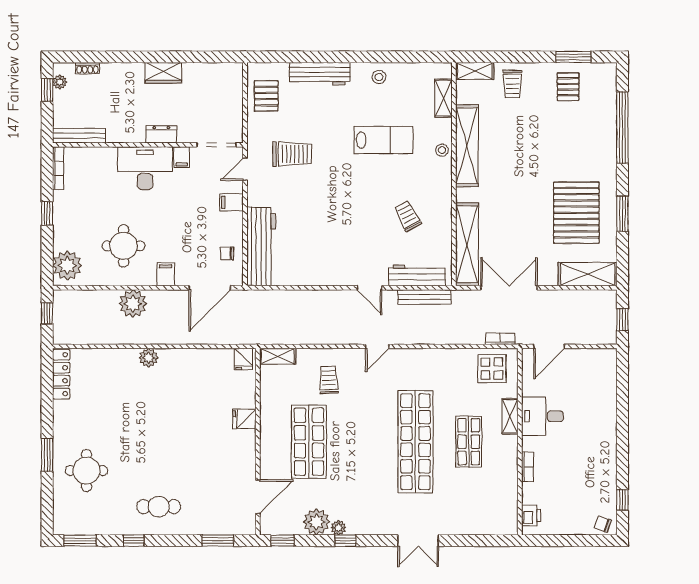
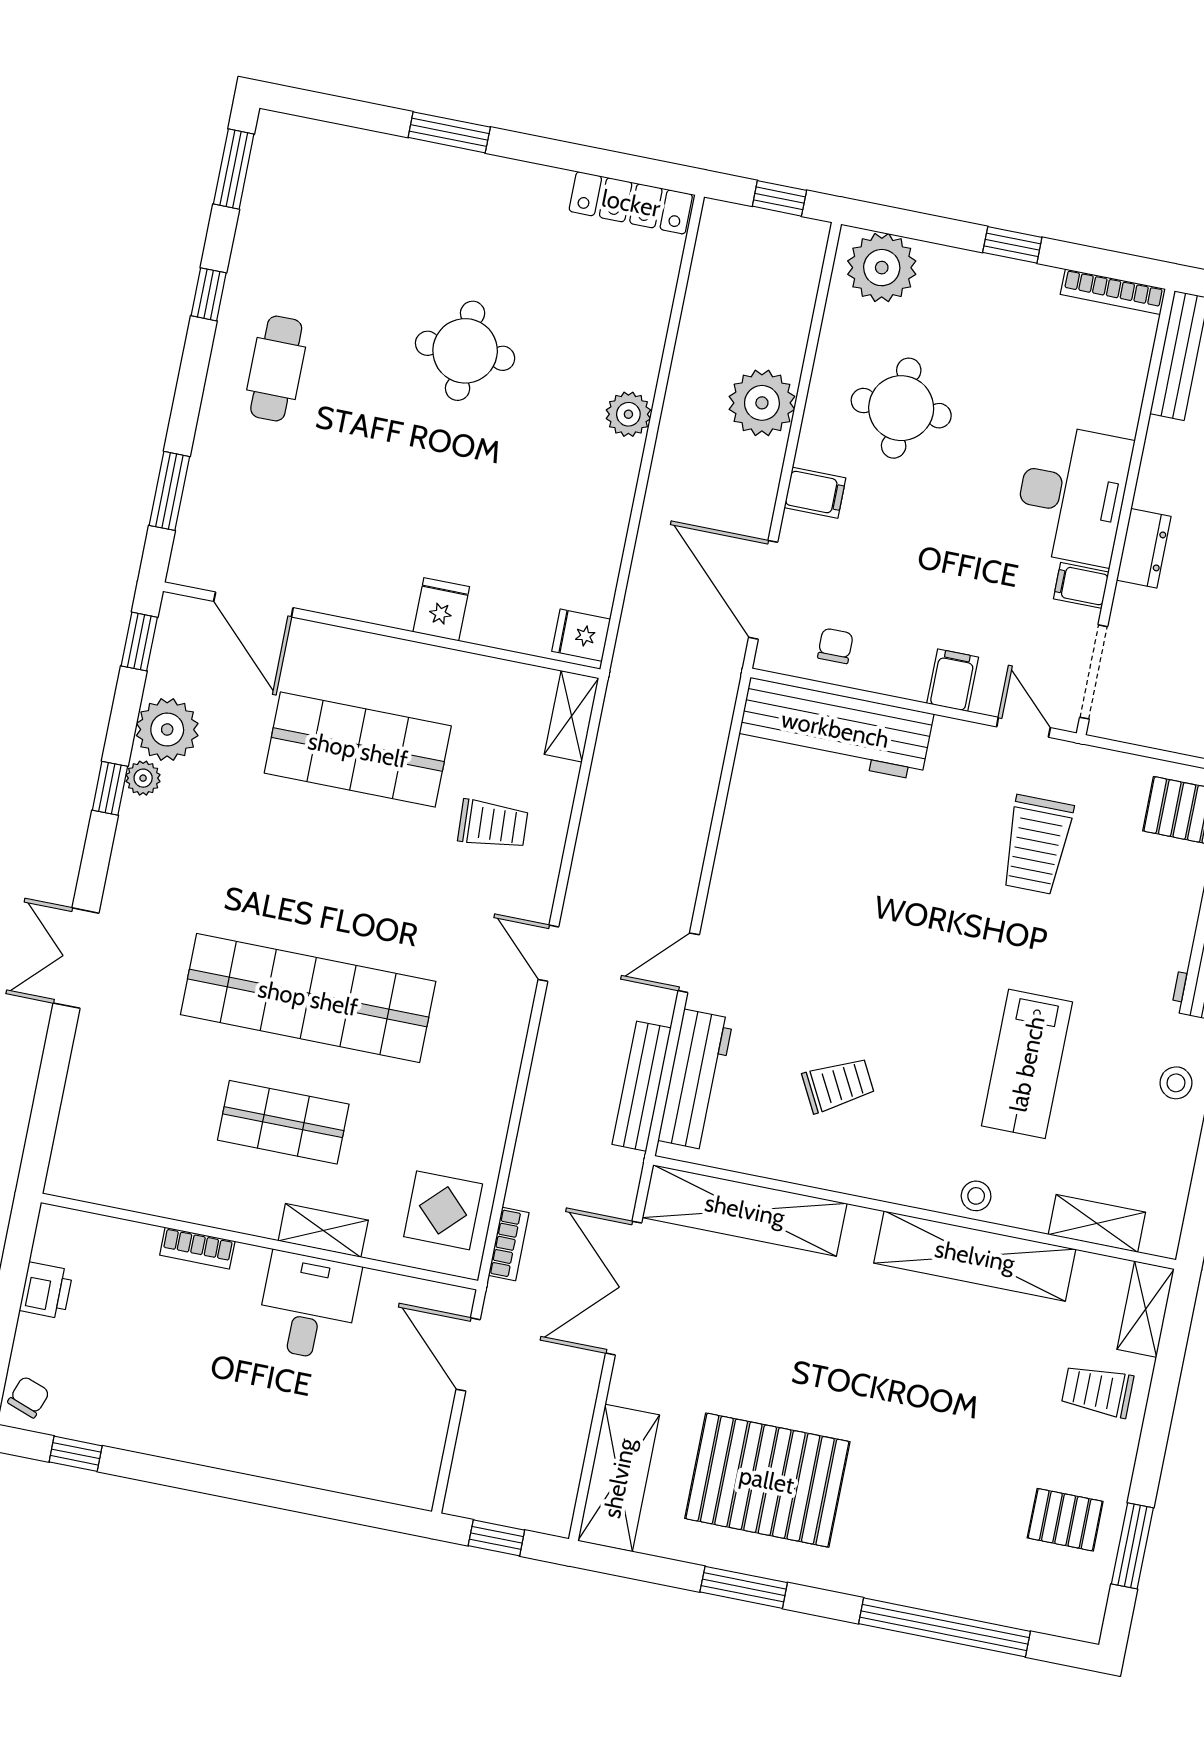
double door: (509, 288) -> (624, 1288), swing flipped
round table: (86, 471) -> (465, 351), moved
printer: (531, 516) -> (46, 1290), moved, turned -90

